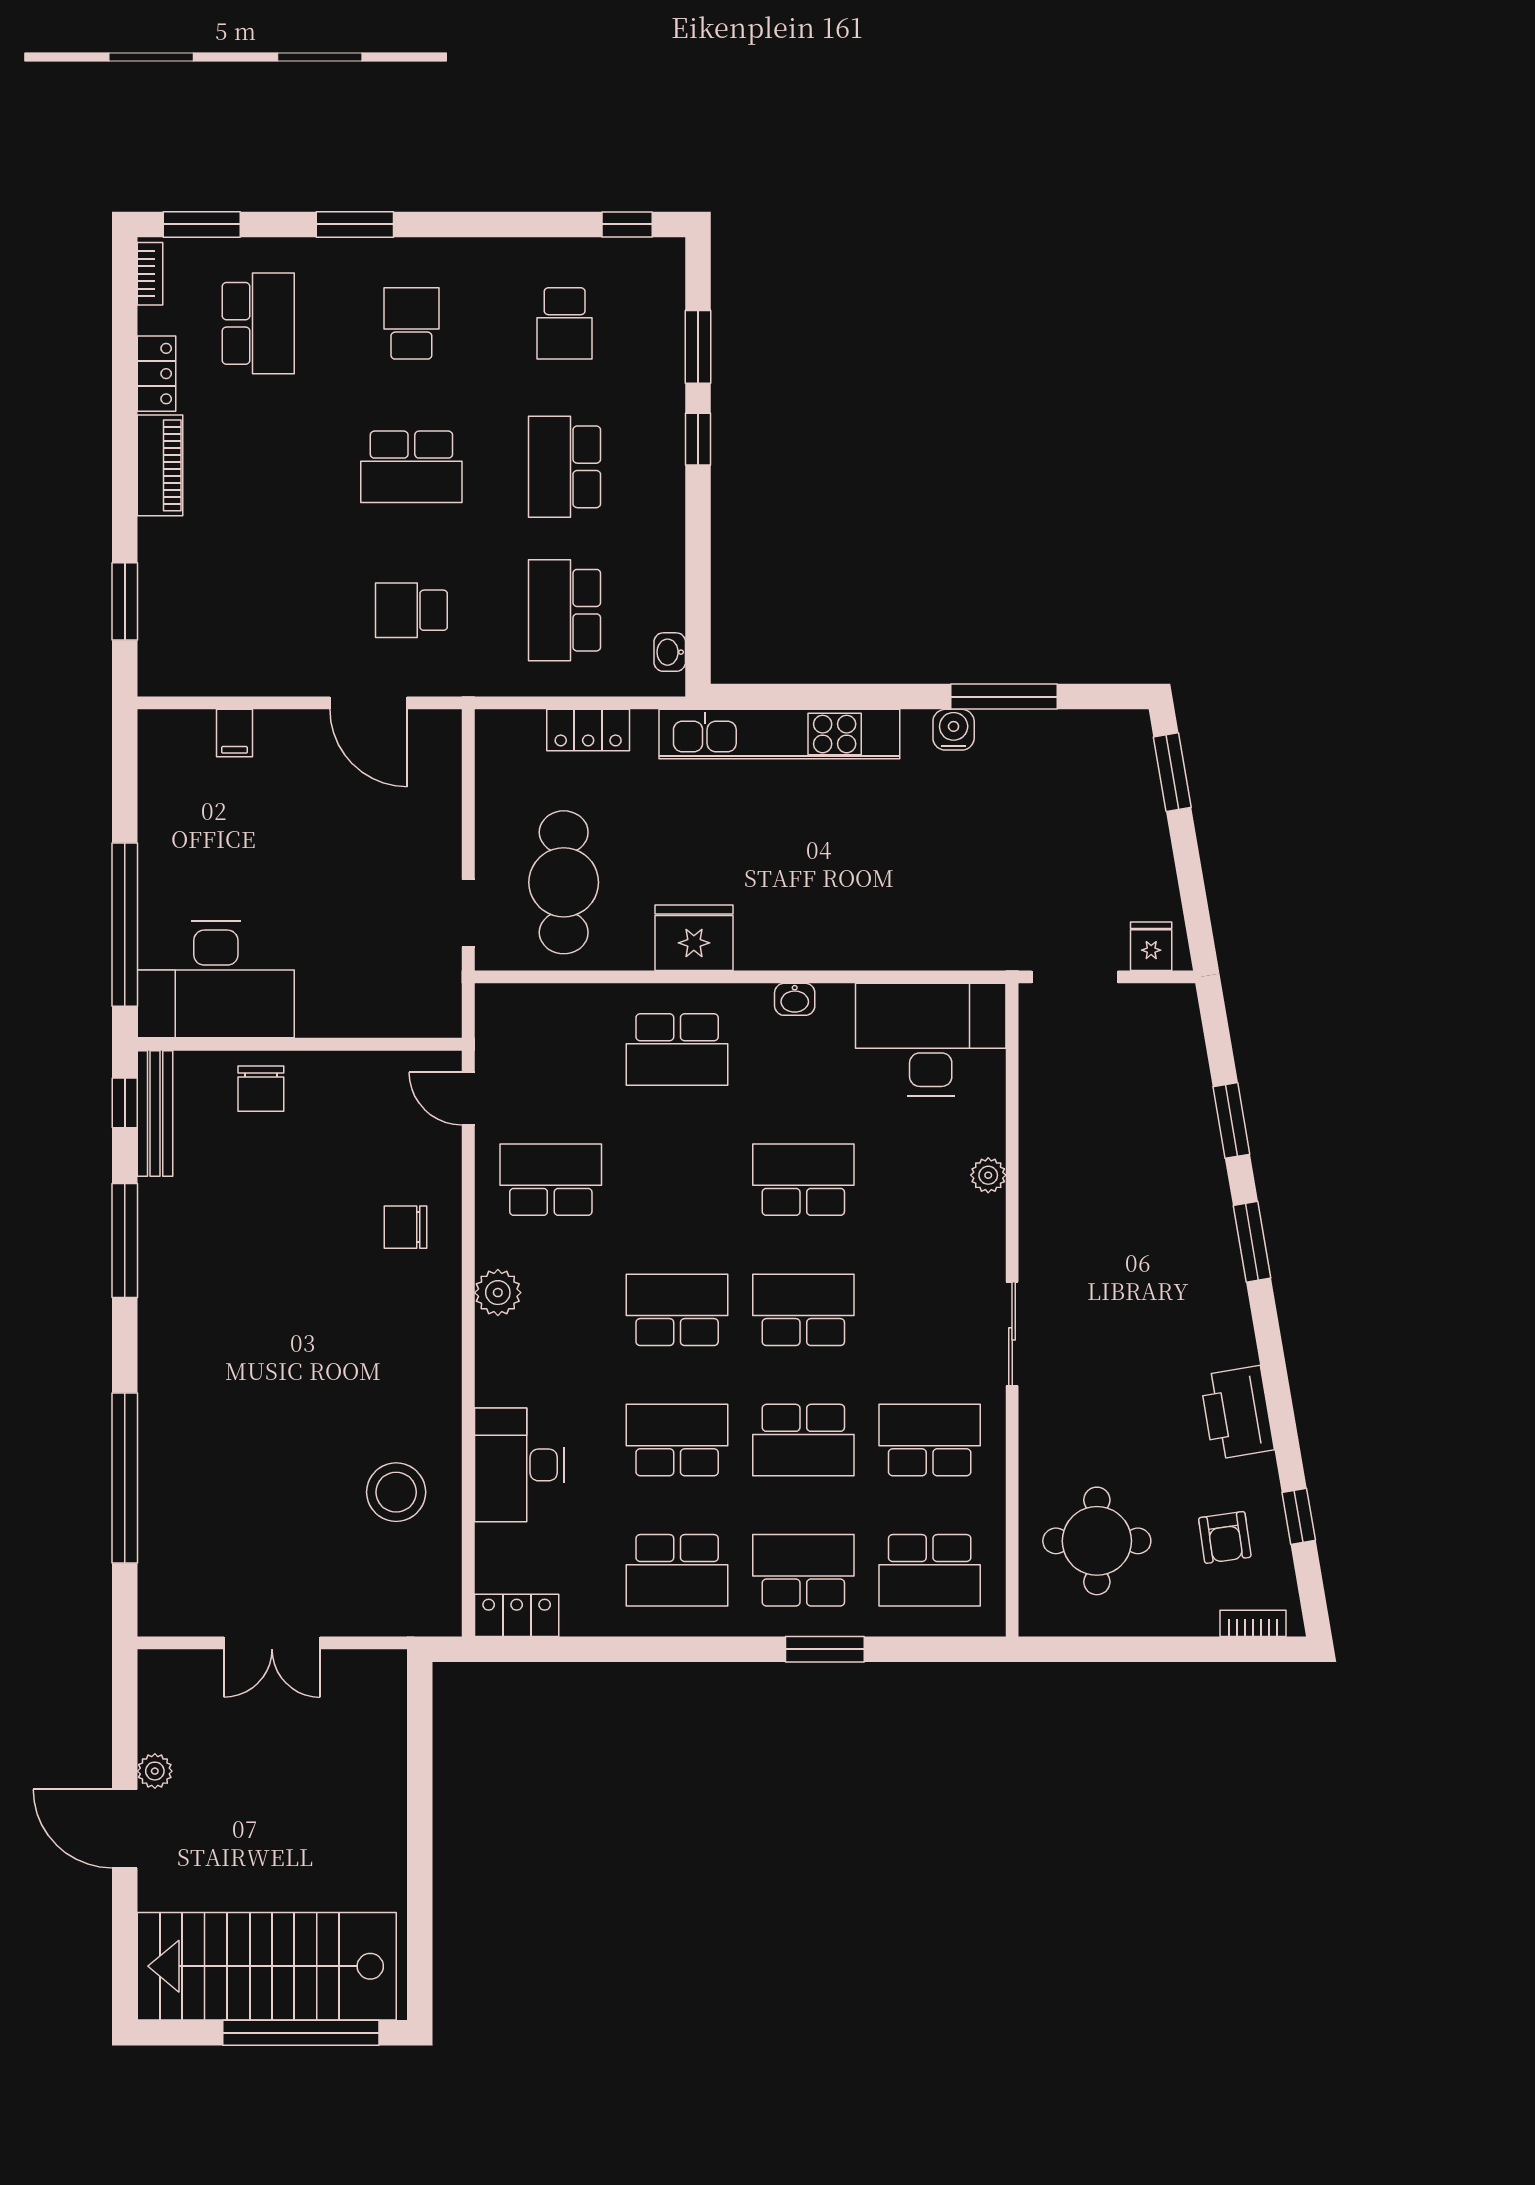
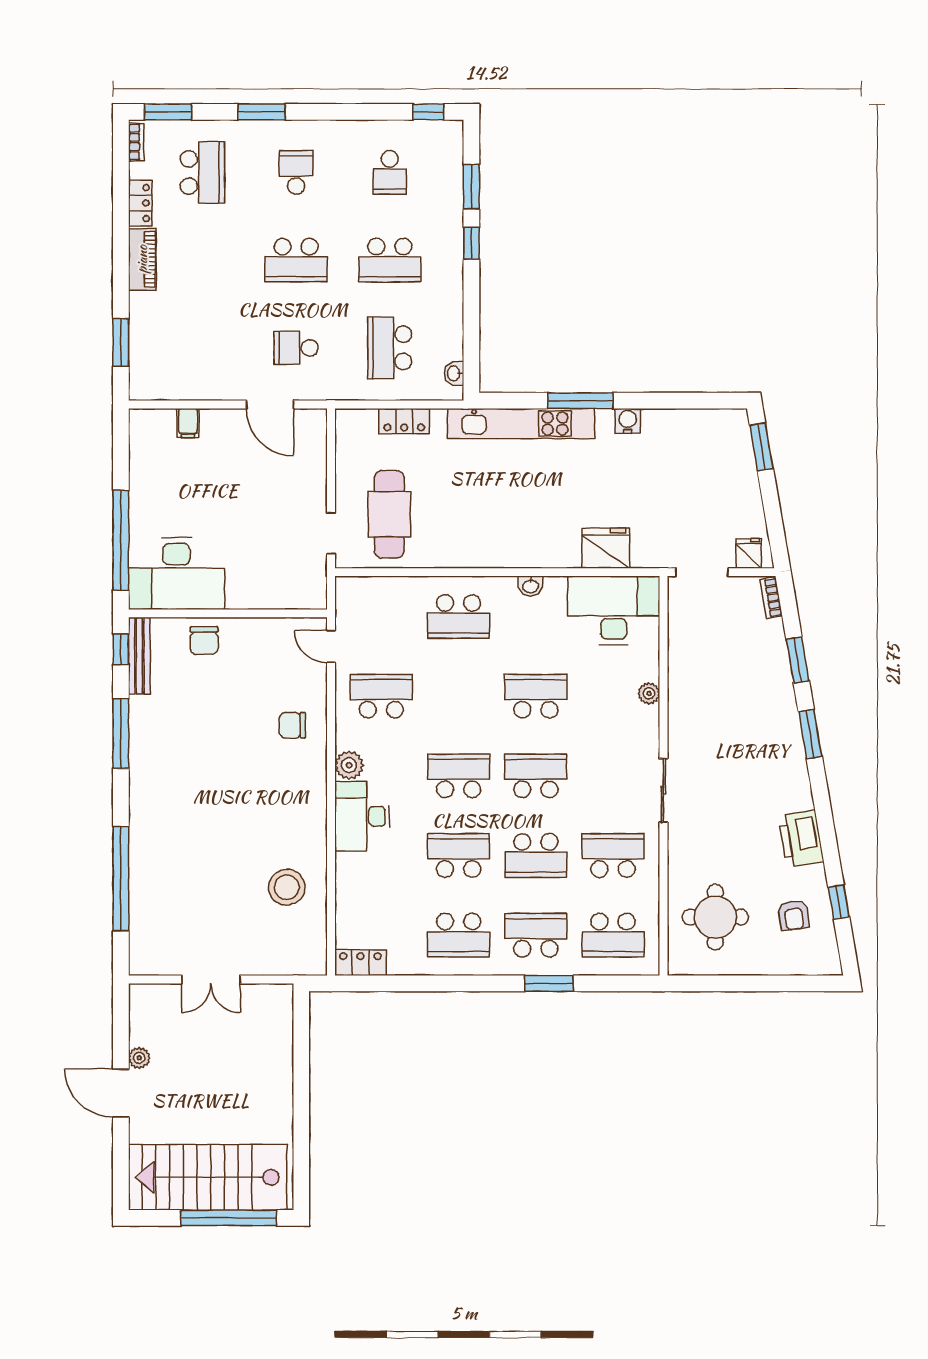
school desk: (565, 467) -> (390, 260), turned -90
window: (1004, 697) -> (580, 401), moved
fridge: (694, 938) -> (606, 548), moved
desk: (519, 1465) -> (362, 816), moved
bookcase: (1253, 1623) -> (771, 598), moved, turned -100

